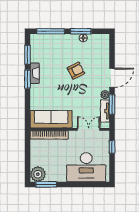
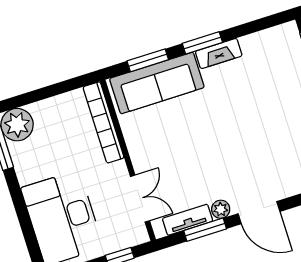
window: (28, 55) -> (148, 60), moved
armchair: (76, 71) -> (250, 135), removed
sofa: (51, 119) -> (157, 83), moved, turned 90

